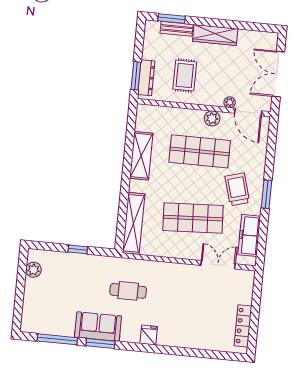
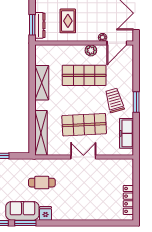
door: (248, 112) -> (117, 43), hinge flipped
double door: (218, 265) -> (83, 157), moved
fridge: (149, 335) -> (46, 213), moved

